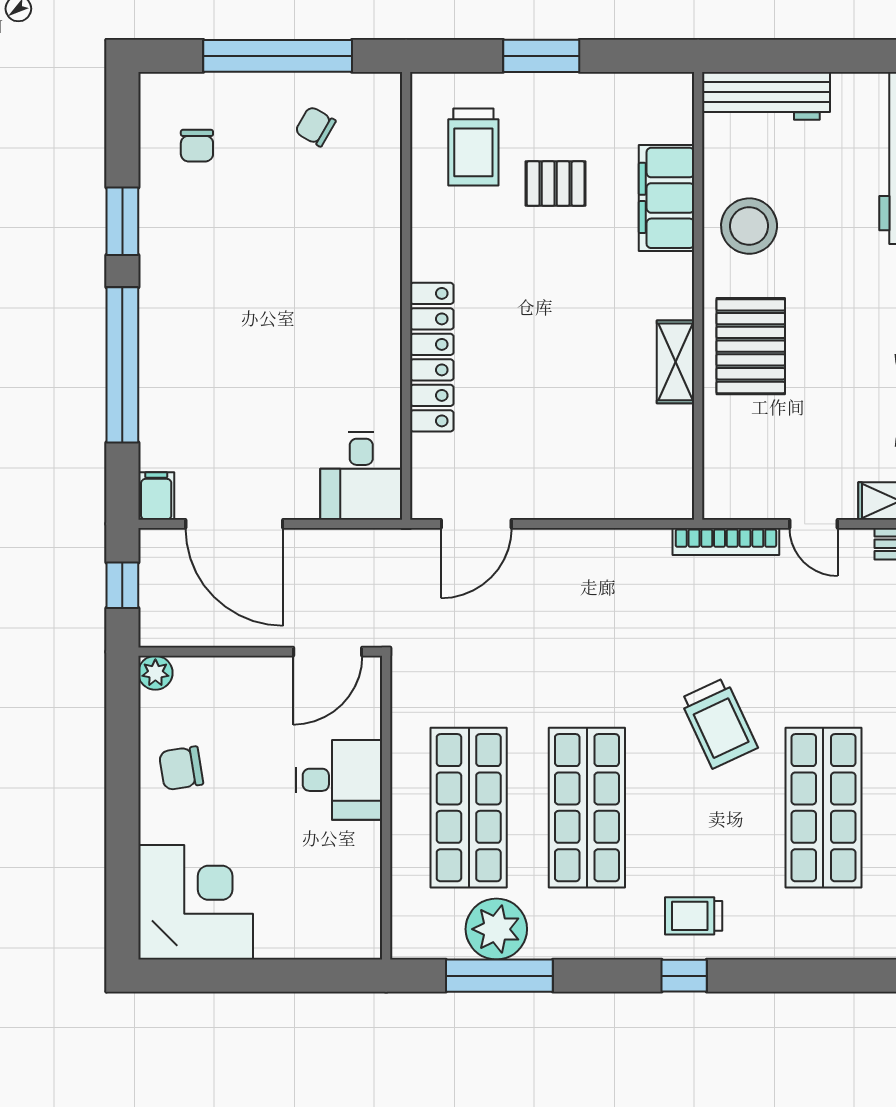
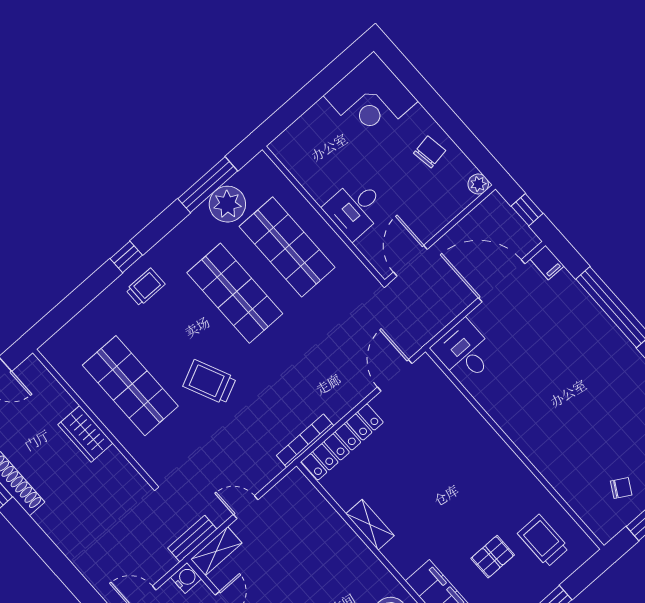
pallet: (751, 346) -> (343, 561), removed
locker: (432, 357) -> (342, 442), moved, turned -90
bookcase: (726, 541) -> (305, 441), moved

